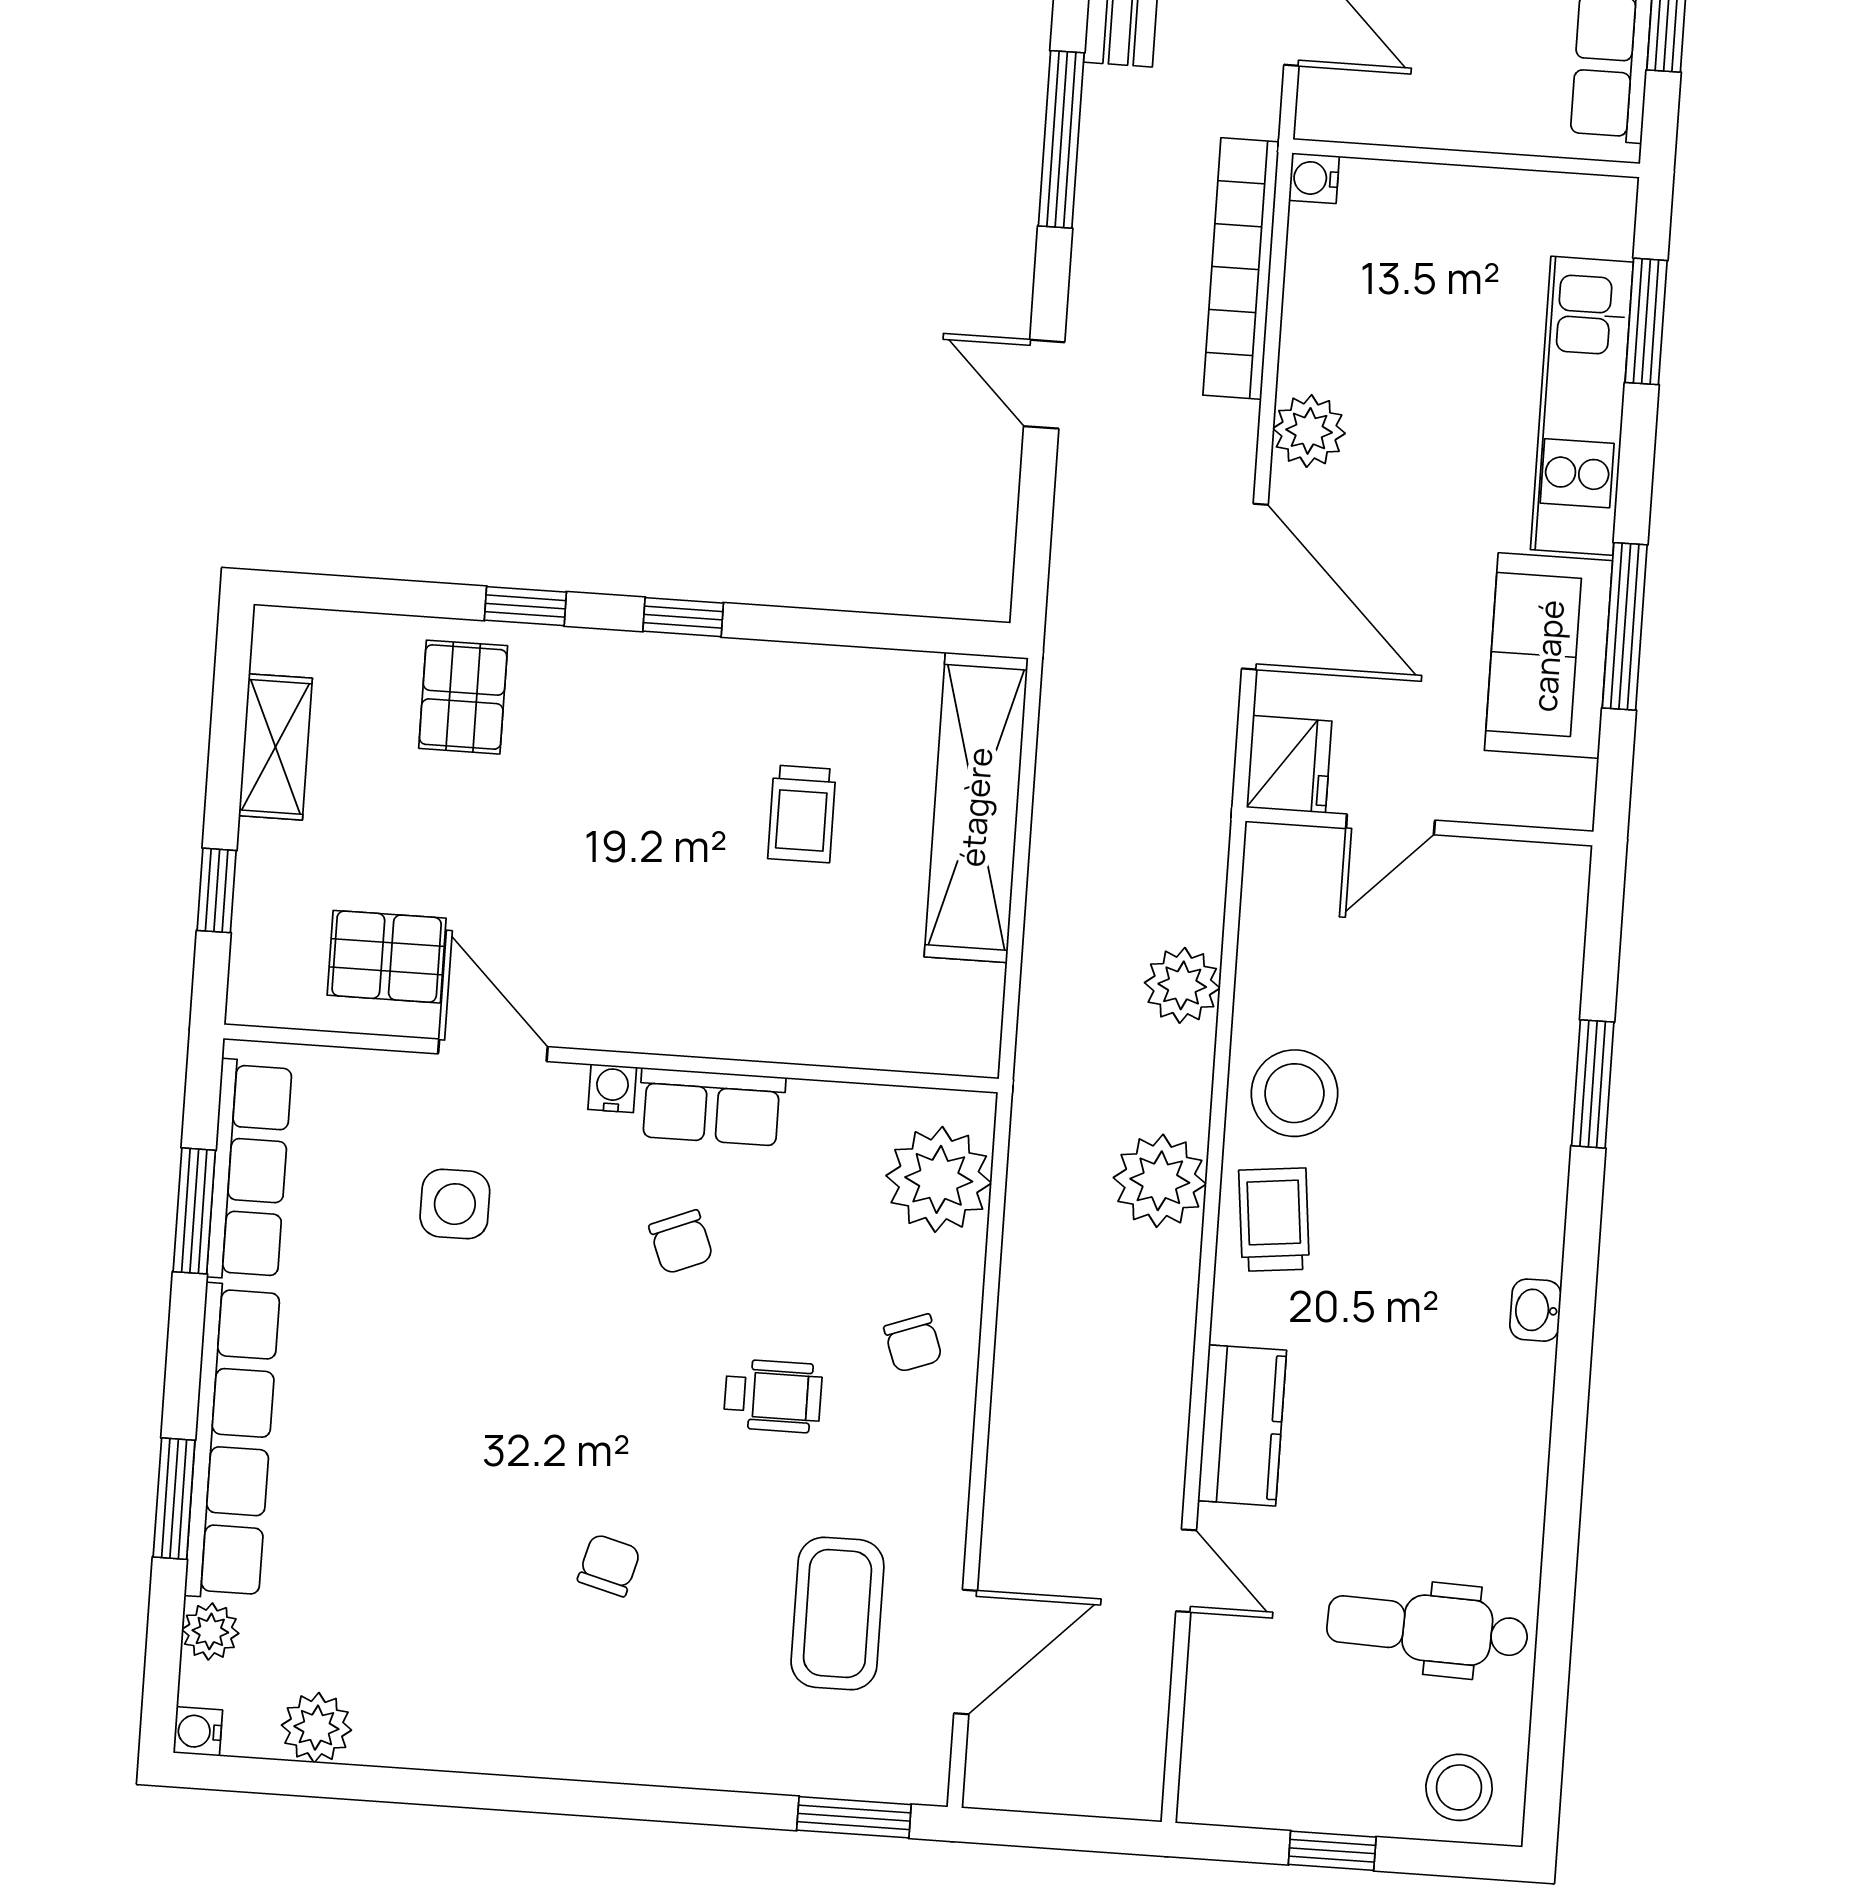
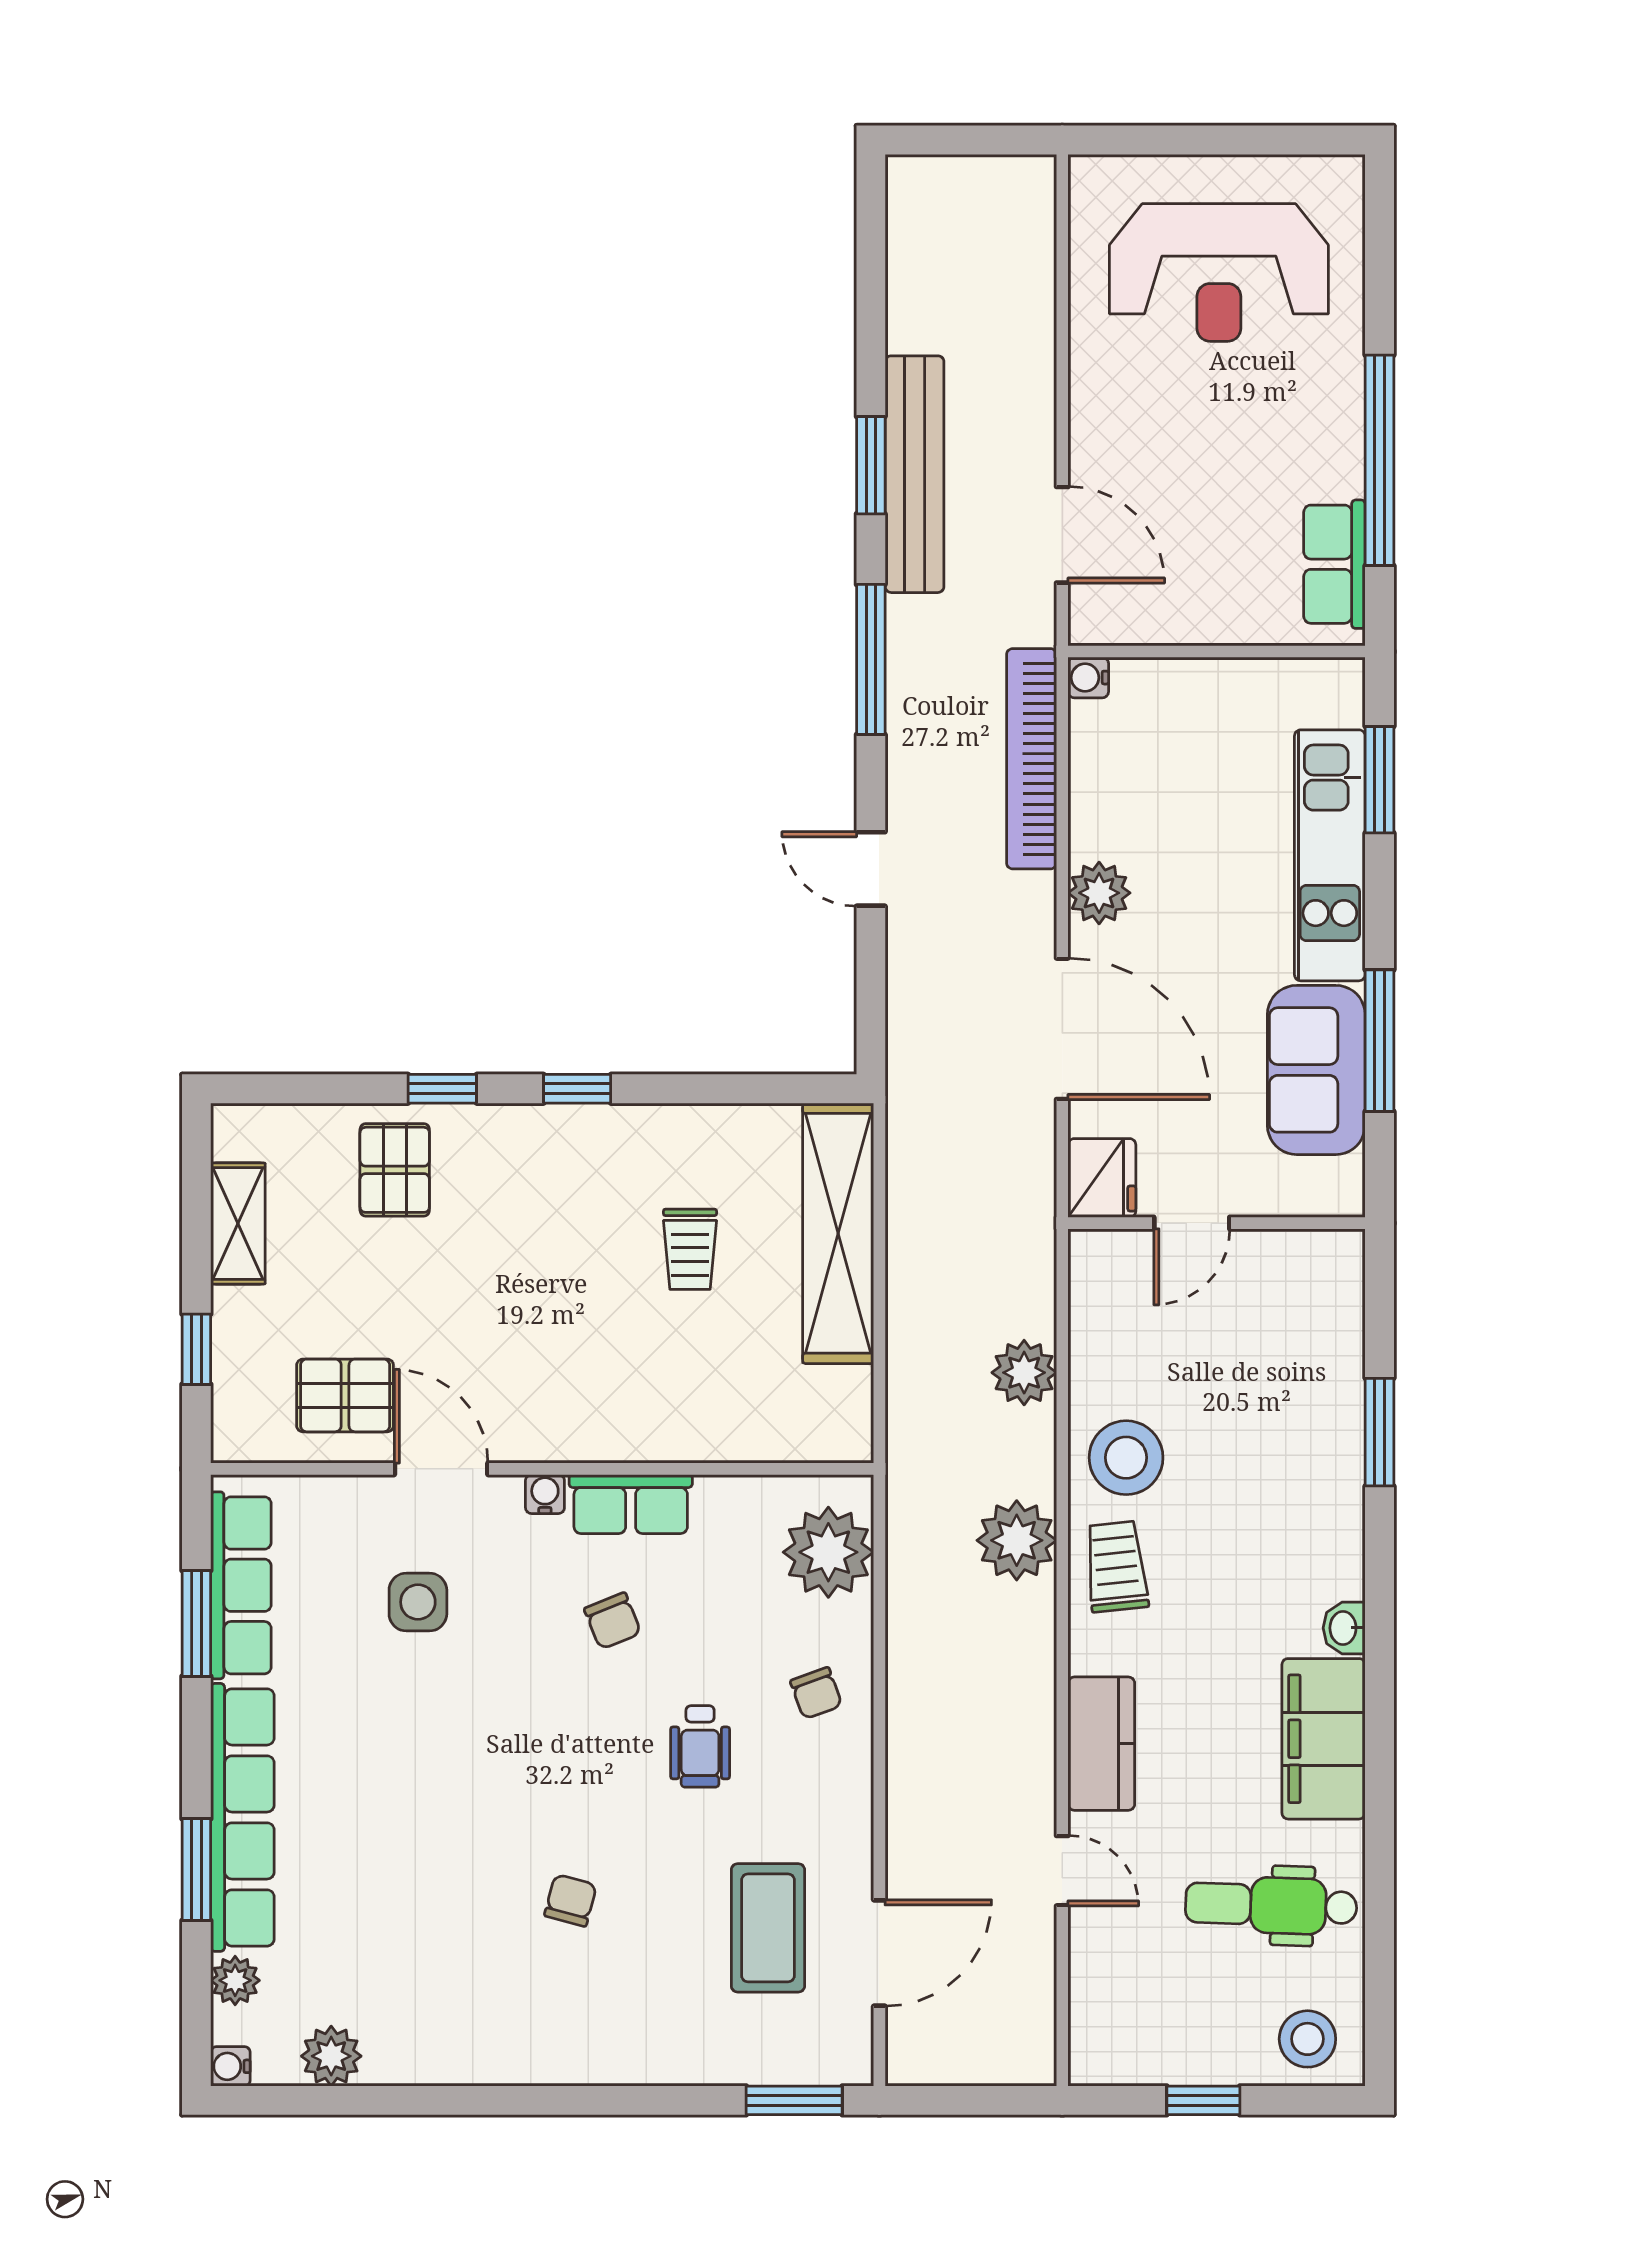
wheelchair: (773, 1396) -> (700, 1746), turned 90
filing cabinet: (1502, 1438) -> (1324, 1739), added

